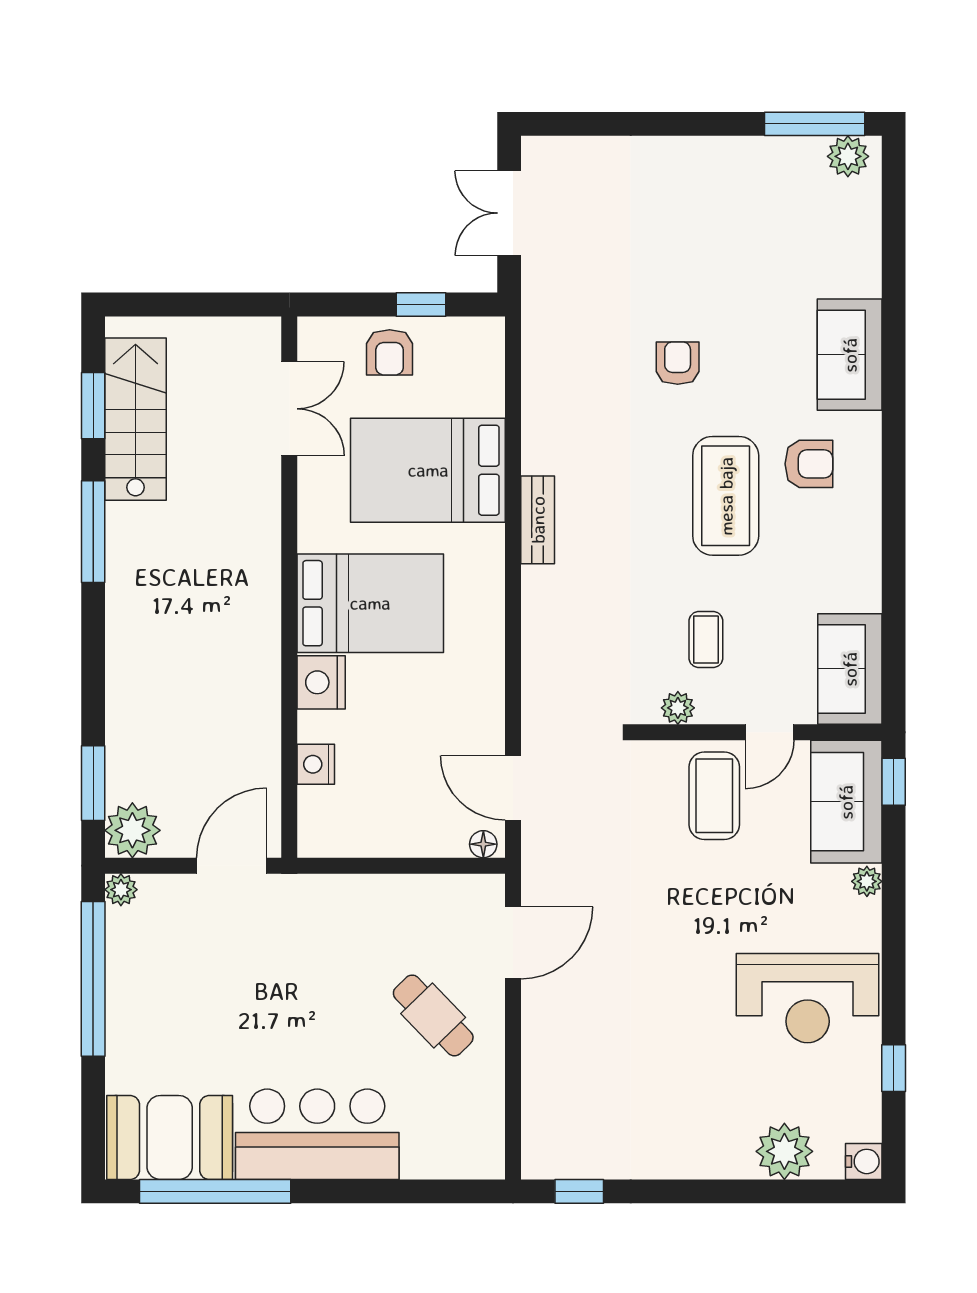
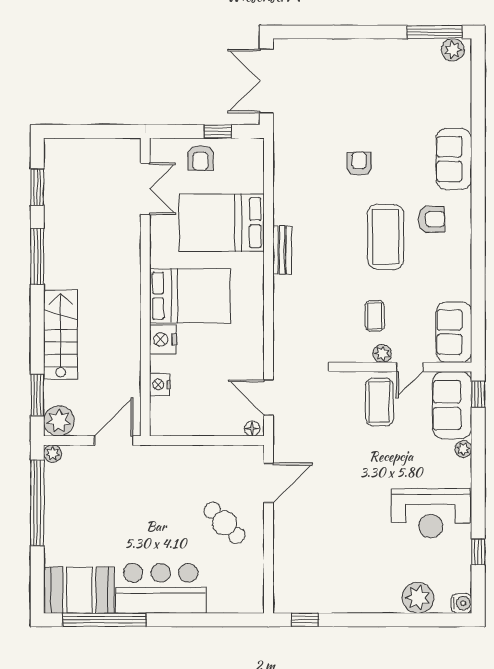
double door: (509, 213) -> (266, 81), width x1.37
stairs: (135, 419) -> (61, 335), moved
plant: (678, 708) -> (382, 354), moved

